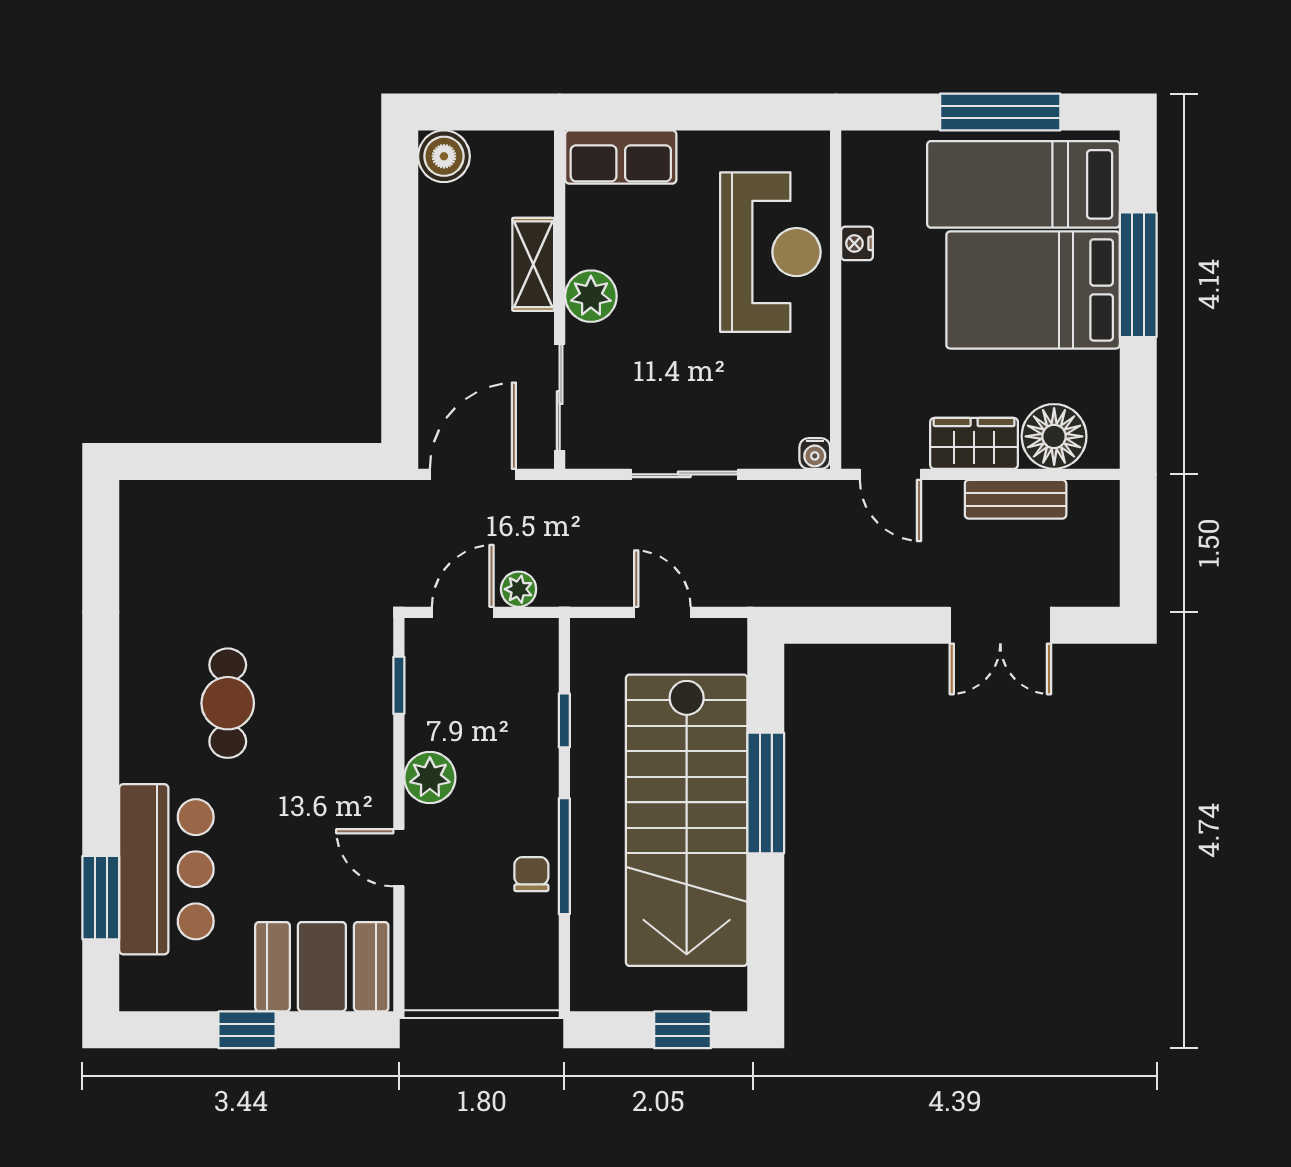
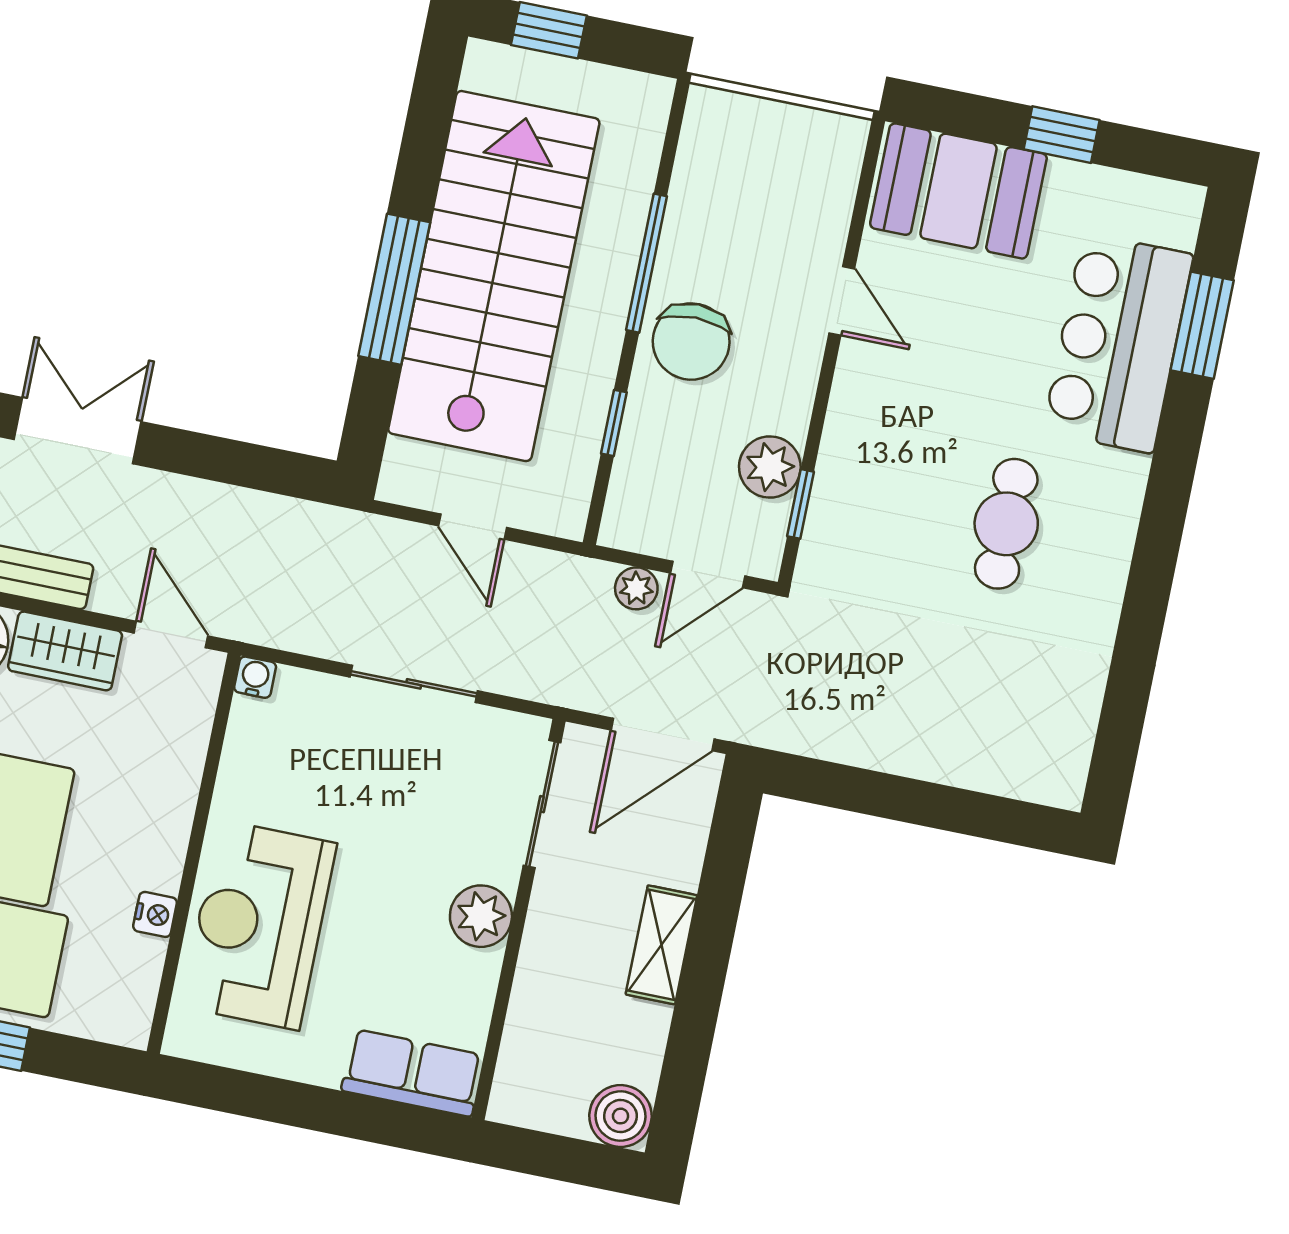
shelving: (533, 264) -> (661, 945), moved
plant: (430, 778) -> (770, 467), moved
chair: (531, 874) -> (691, 342), moved, width x1.87, depth x1.87

